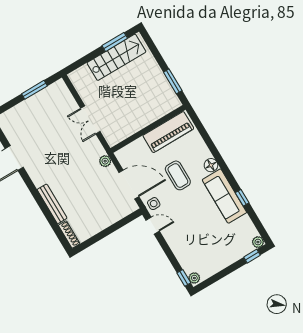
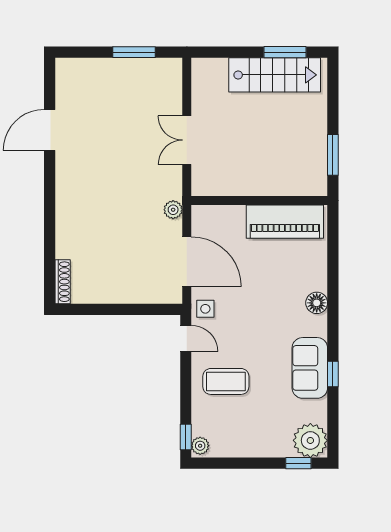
coffee table: (178, 175) -> (226, 381), moved, turned 90
sofa: (224, 196) -> (310, 368), width x0.73
bench: (52, 204) -> (64, 225), removed
plant: (258, 242) -> (310, 440), width x1.88, depth x1.88

